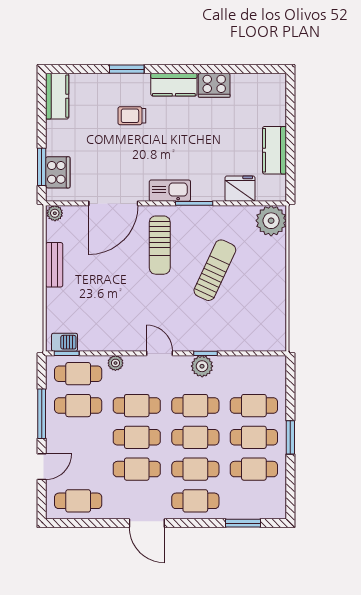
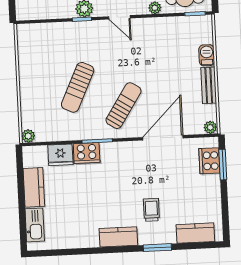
cooker: (214, 85) -> (87, 153), moved, turned 180
kitchen counter: (57, 96) -> (195, 233), moved, turned 90
trolley: (132, 116) -> (151, 210), turned -90
kitchen sink: (170, 191) -> (35, 225), moved, turned -90
plant: (271, 221) -> (28, 136), width x0.53, depth x0.53
sun lounger: (160, 245) -> (123, 106), turned 33
barbecue: (65, 342) -> (207, 55), moved, turned 90

